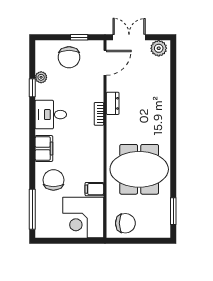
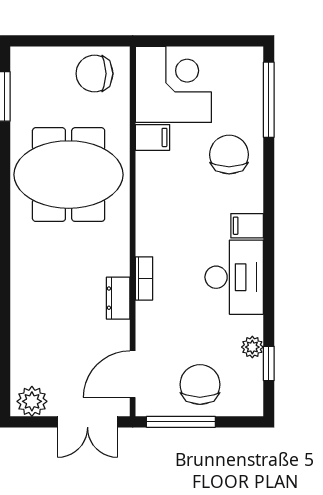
window: (79, 37) -> (181, 422), width x2.17
window: (32, 88) -> (269, 363), moved
desk: (51, 115) -> (234, 277), width x1.37
filing cabinet: (44, 149) -> (247, 226), width x0.50
chair: (53, 180) -> (229, 155), turned 180

